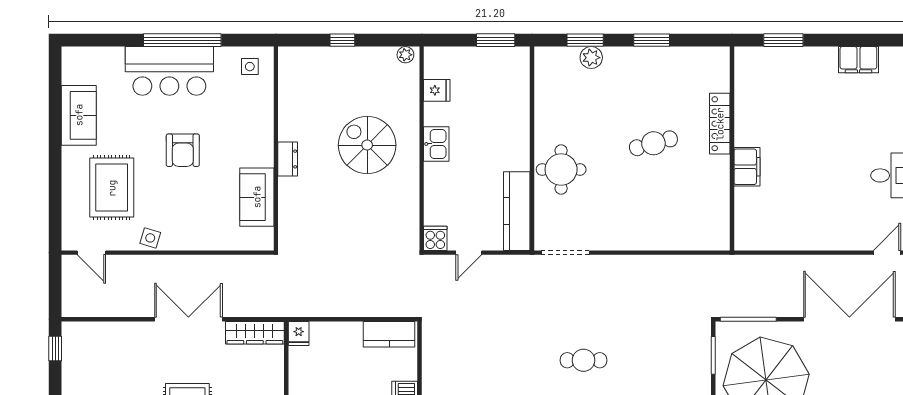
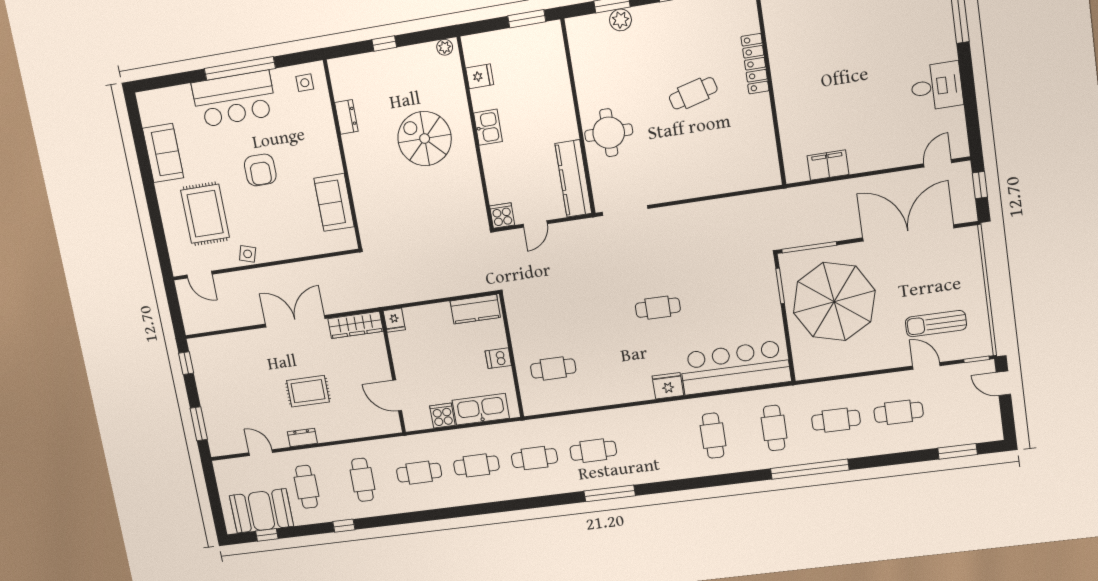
dresser: (288, 159) -> (346, 117), moved
filing cabinet: (747, 167) -> (828, 165), moved, turned -90

